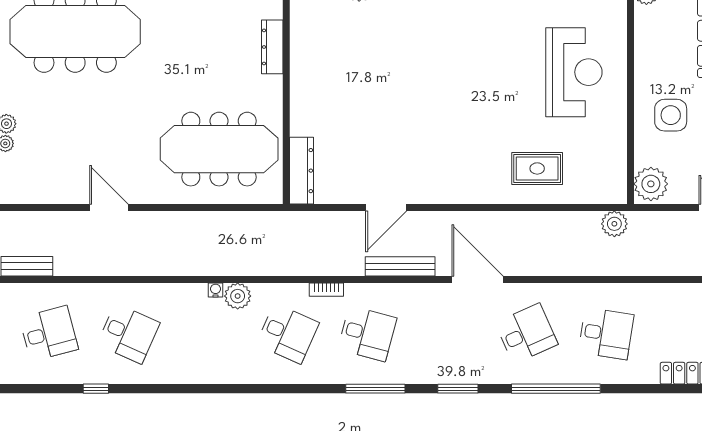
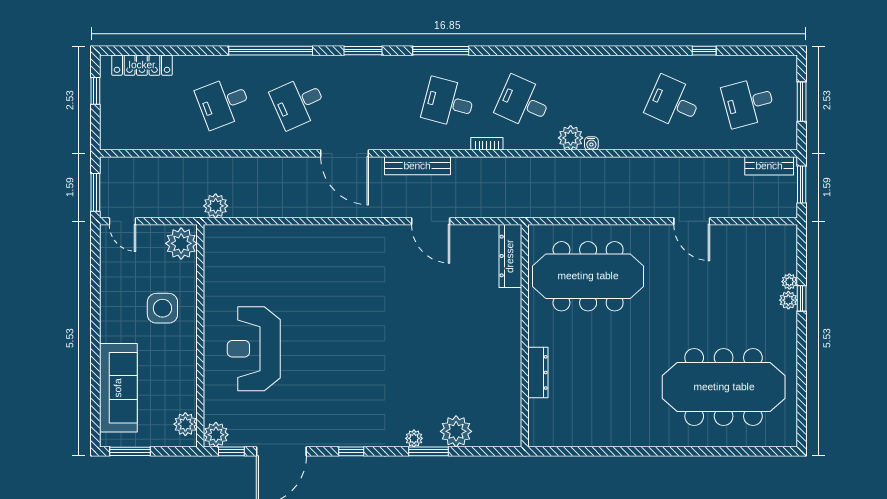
rug: (537, 168) -> (288, 258), removed
door: (386, 207) -> (431, 221), swing flipped
desk: (606, 334) -> (223, 102), turned -30

